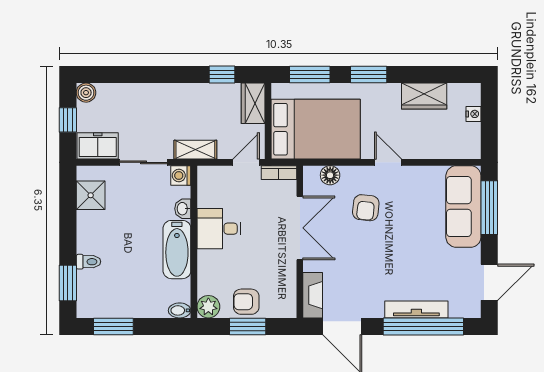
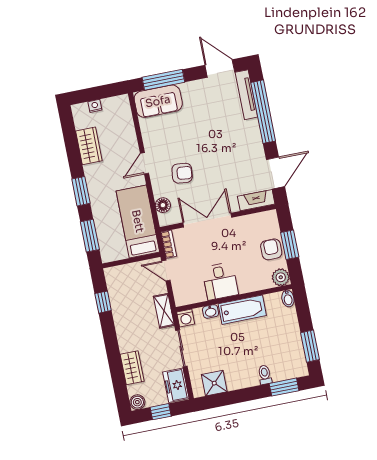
wardrobe: (253, 103) -> (132, 368), moved, turned -90
bed: (316, 129) -> (138, 221), width x0.67
sofa: (463, 207) -> (158, 101), width x0.73
armchair: (246, 302) -> (271, 249), turned 180
tv unit: (416, 309) -> (246, 95), moved

